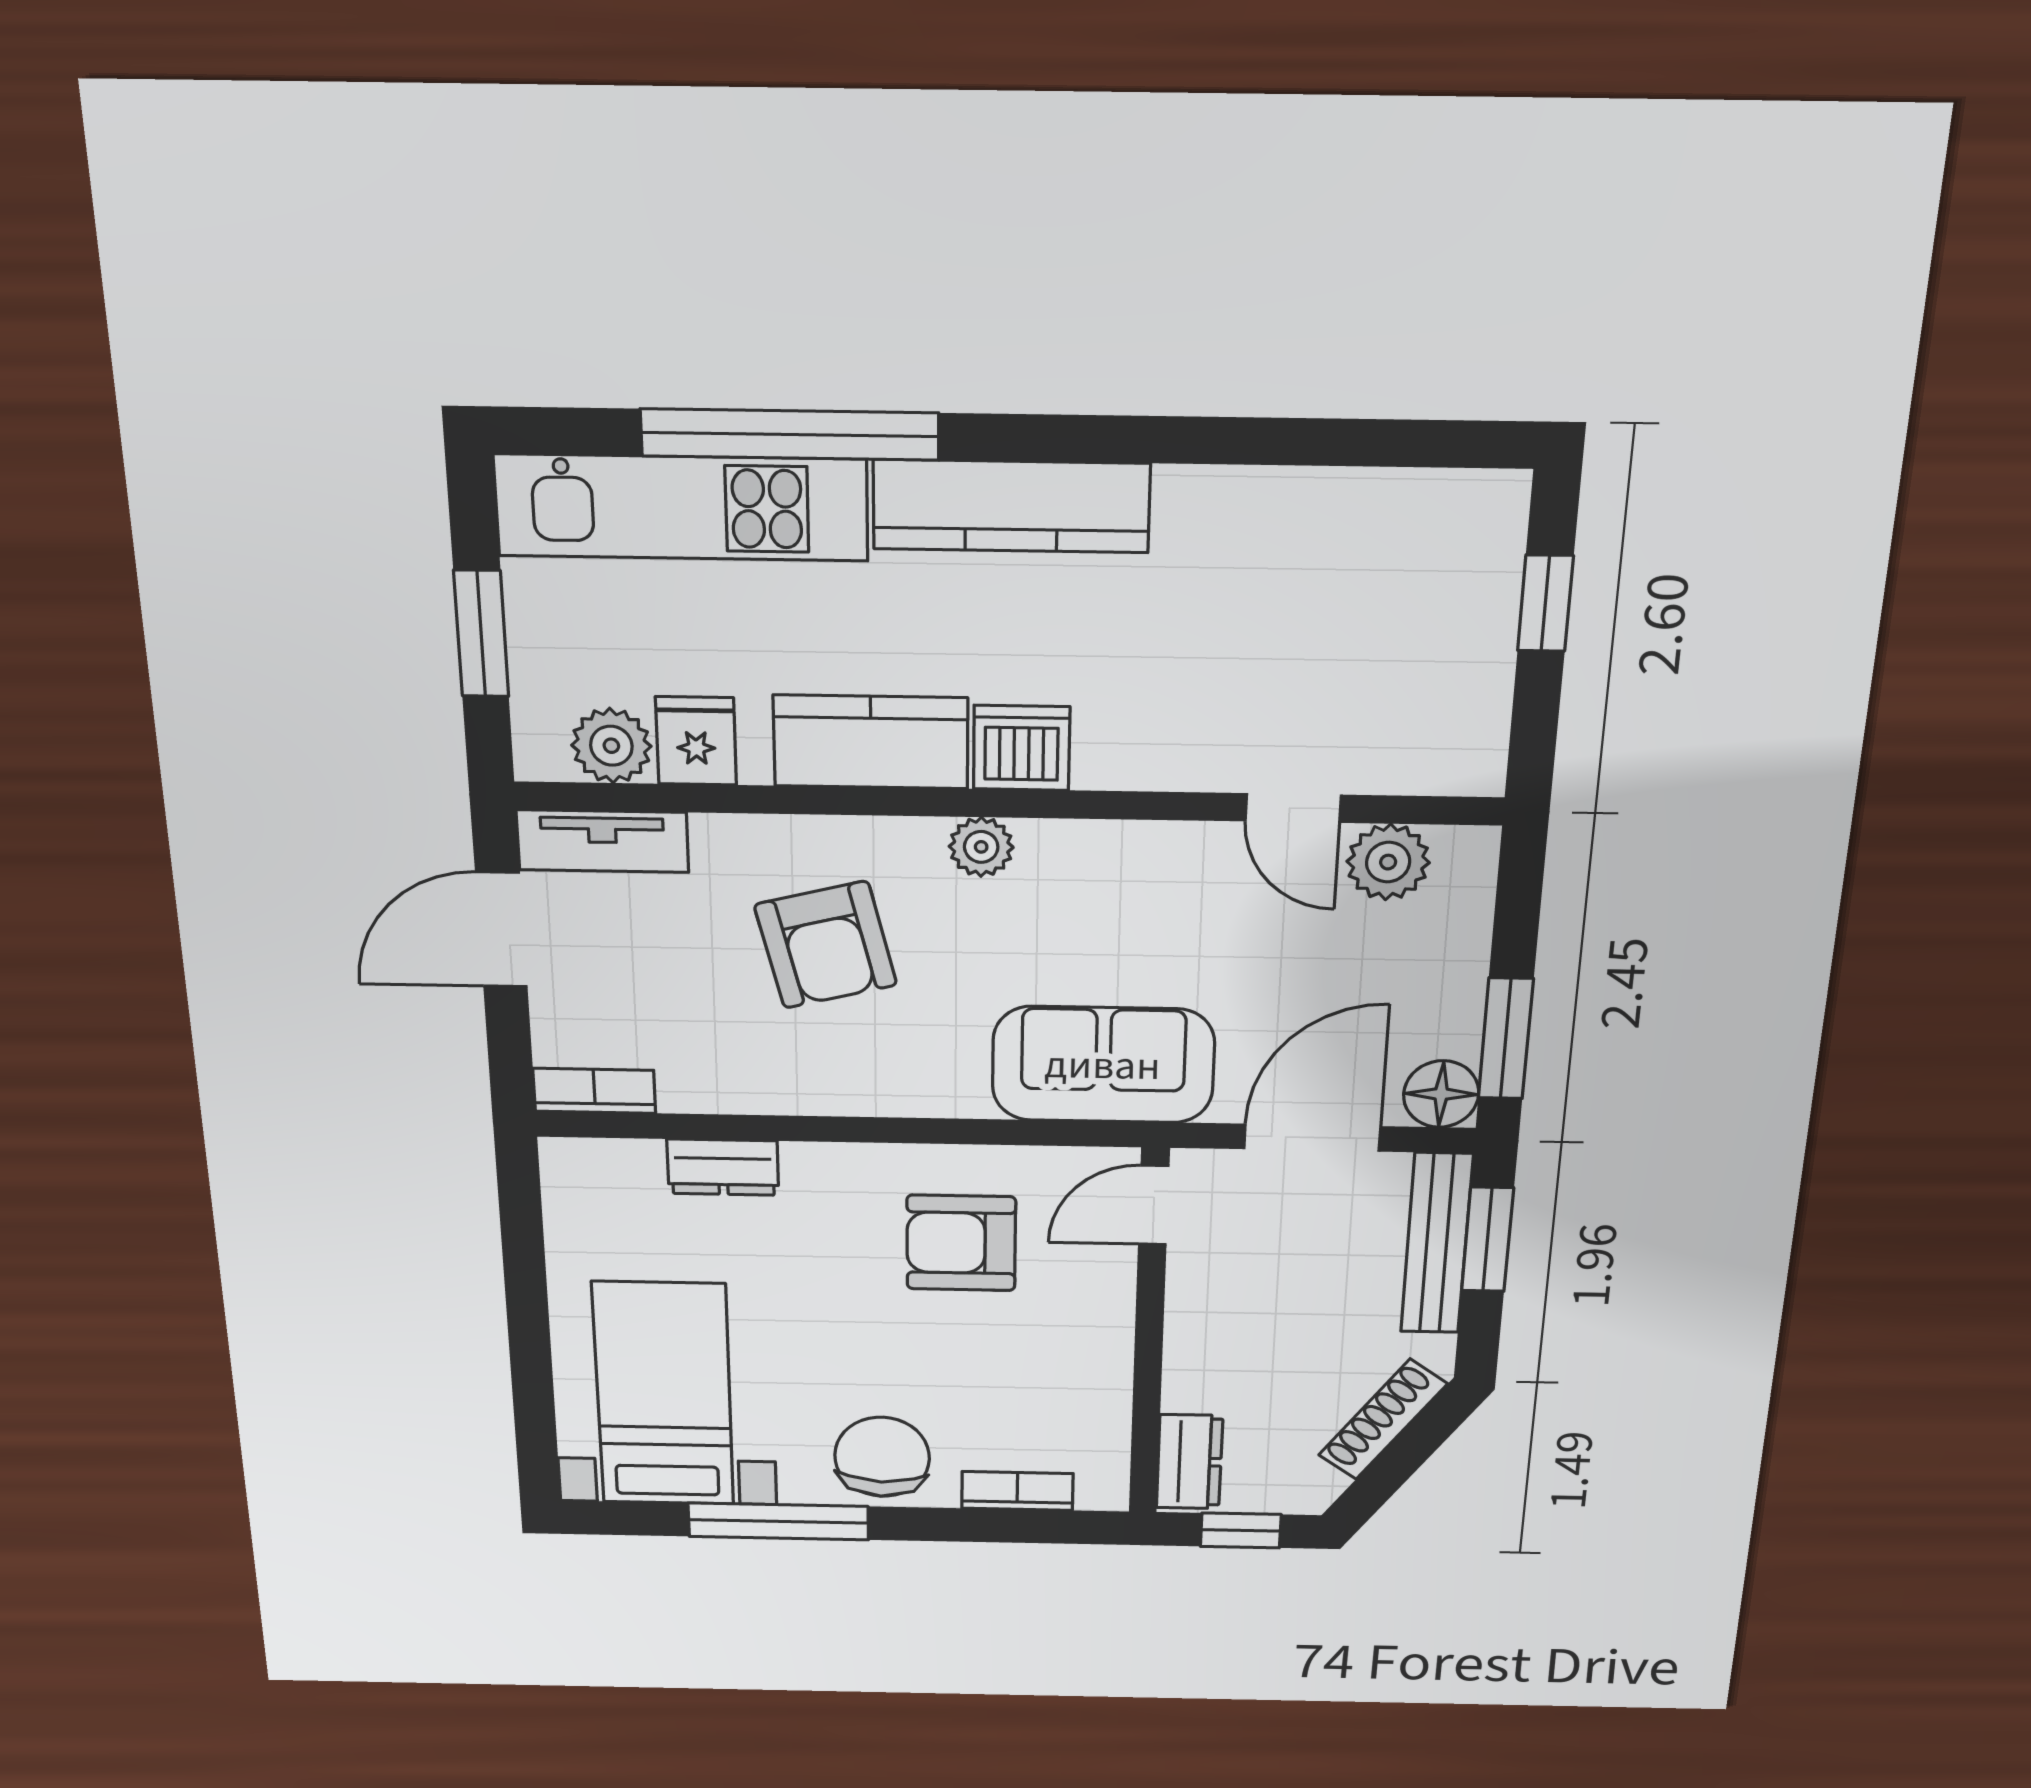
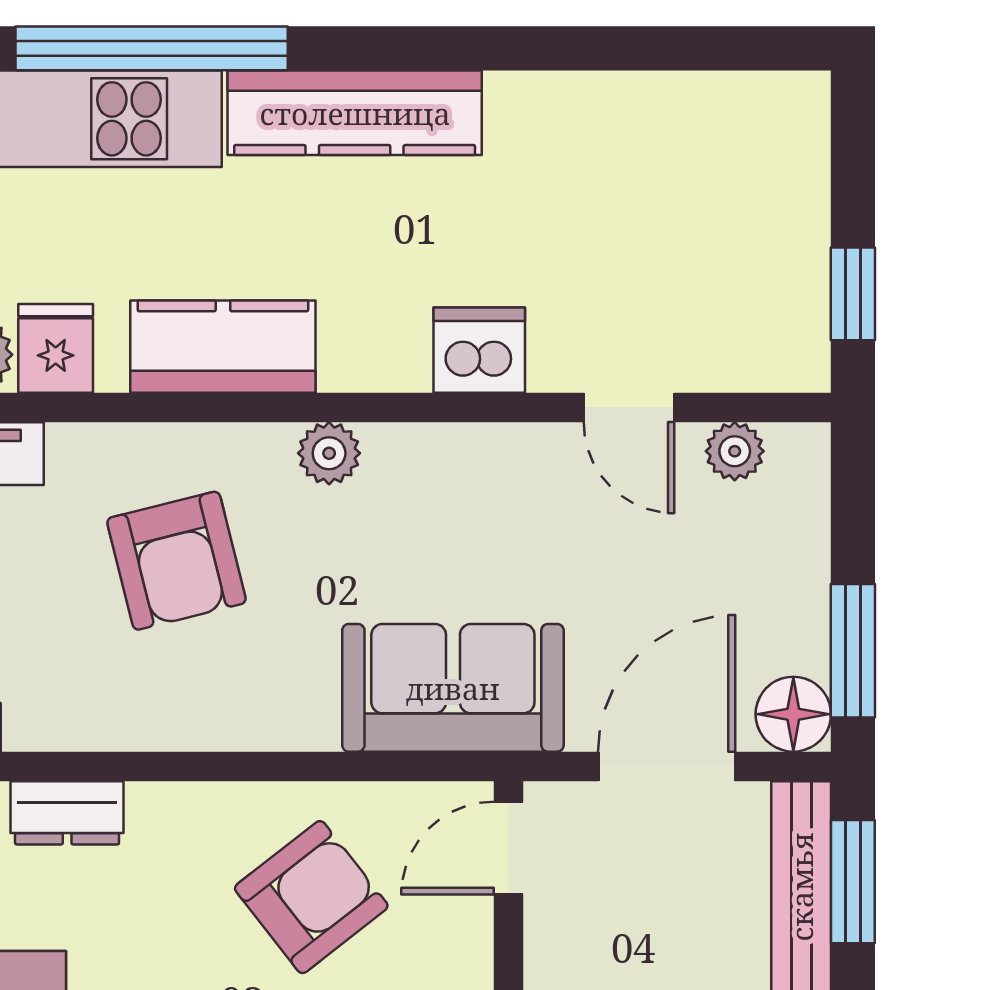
window: (1545, 603) -> (853, 294), moved
dishwasher: (1022, 748) -> (479, 350), moved
plant: (1388, 862) -> (735, 451), width x0.73, depth x0.73
armchair: (961, 1243) -> (311, 897), turned 142

